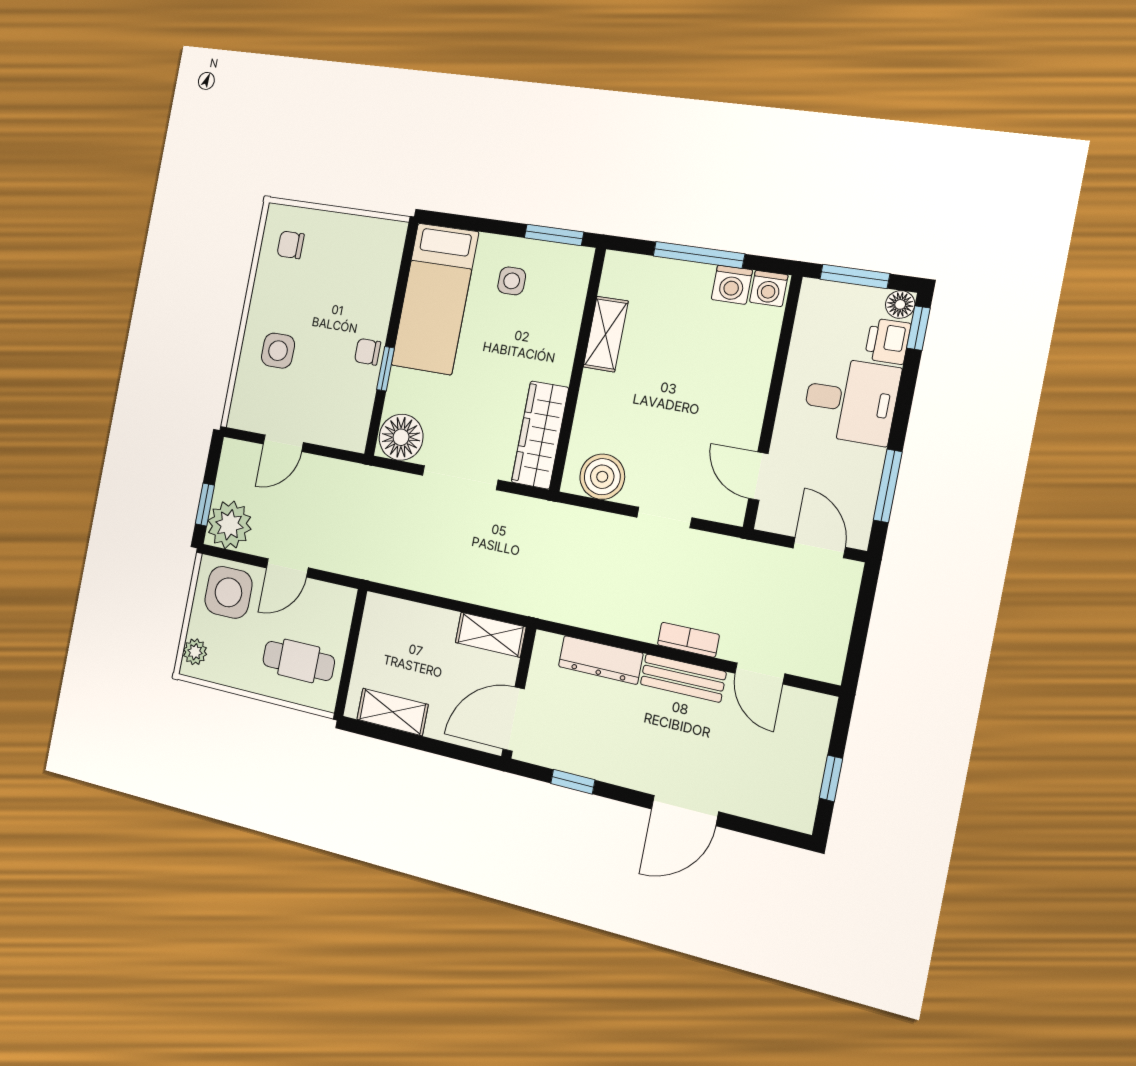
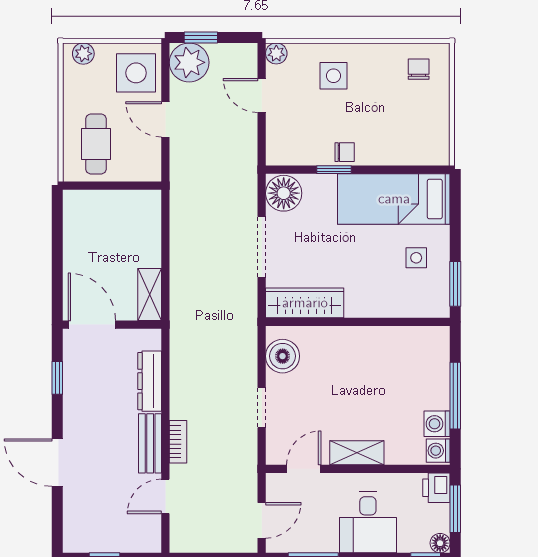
shelving: (606, 334) -> (357, 453), moved
printer: (888, 341) -> (436, 488), moved, turned -90
chair: (368, 352) -> (345, 152), turned 90
plant: (240, 416) -> (276, 53), added
shelving: (392, 712) -> (75, 229), removed

